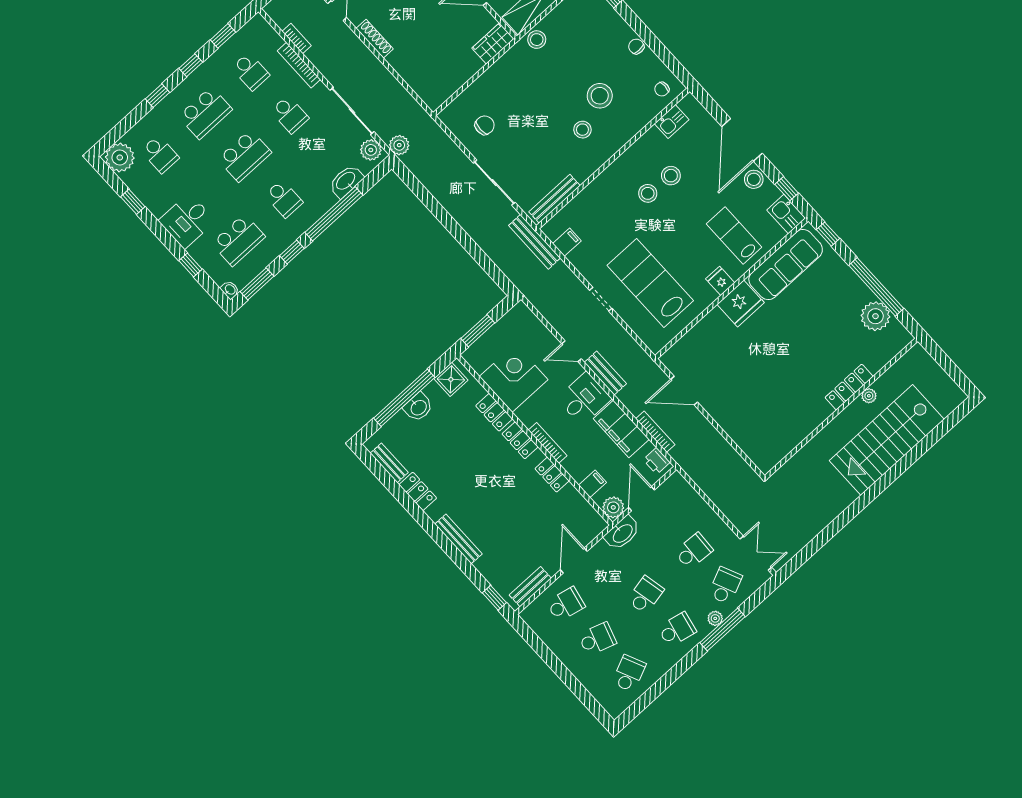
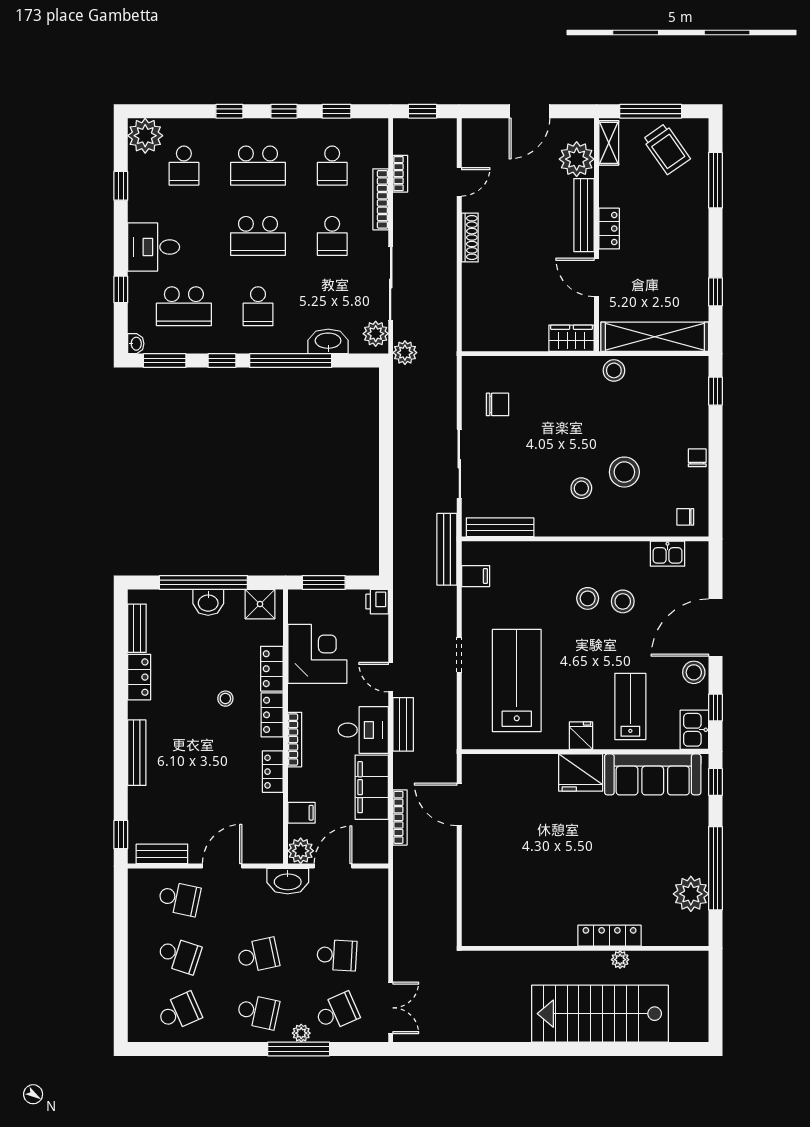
stool: (482, 456) -> (225, 699), added
printer: (657, 461) -> (377, 602), moved

